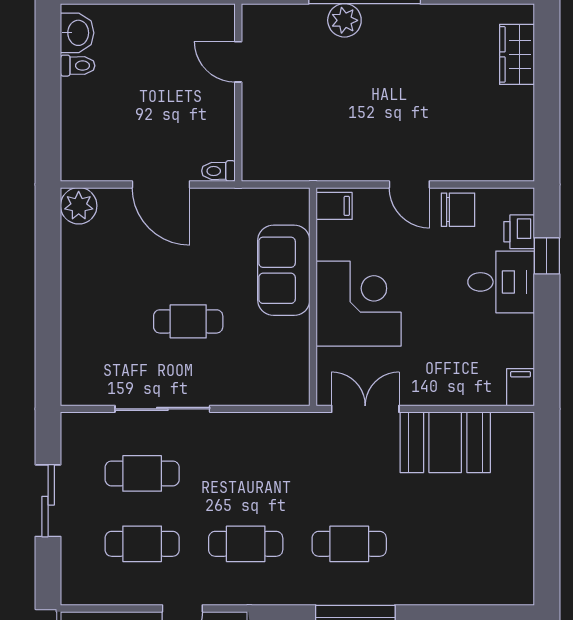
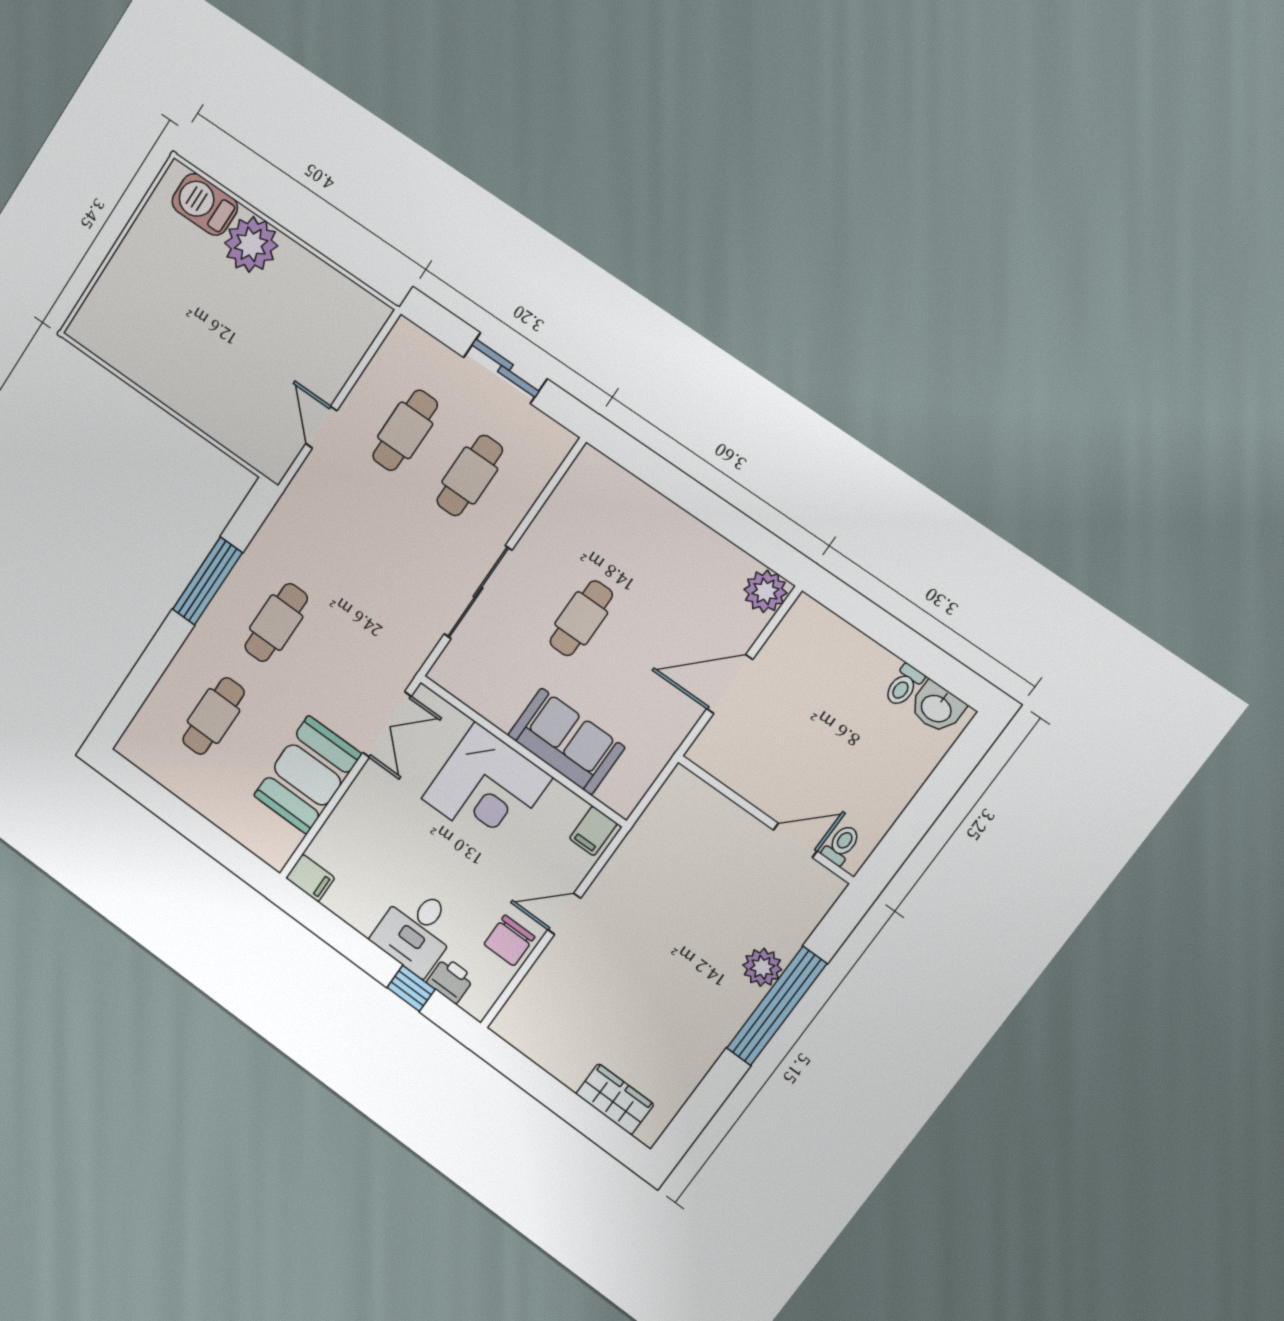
toilet: (218, 171) -> (841, 845), moved
sliding door: (162, 409) -> (478, 592), moved
cafe table: (246, 544) -> (213, 716), moved

